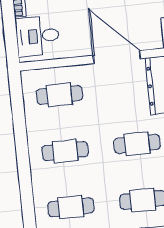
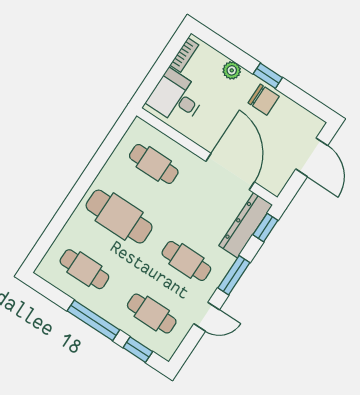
cafe table: (65, 151) -> (119, 217), width x1.37, depth x1.35

